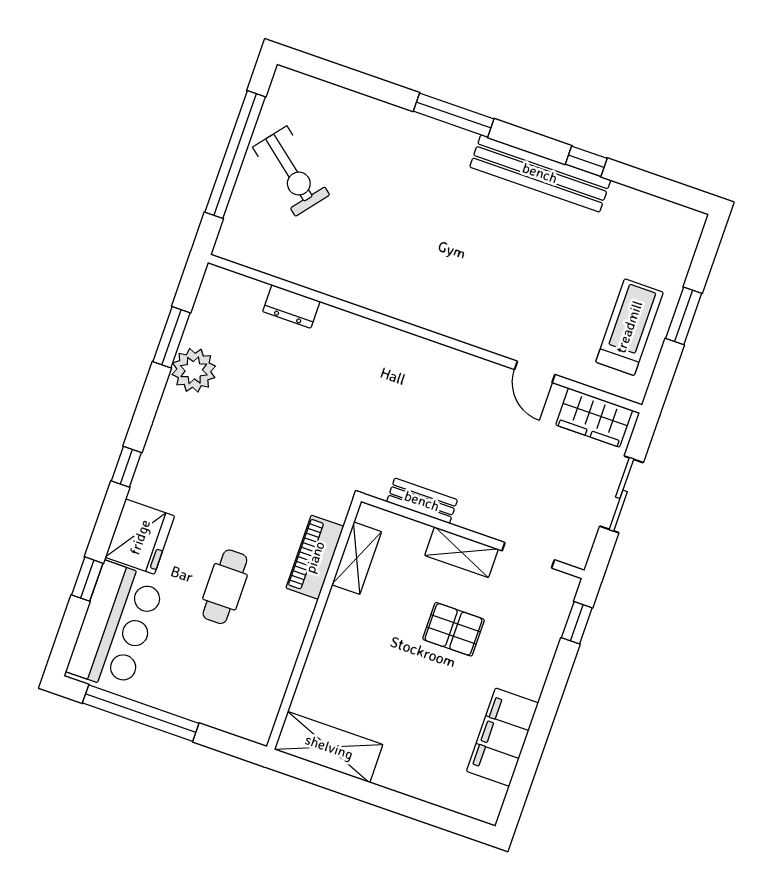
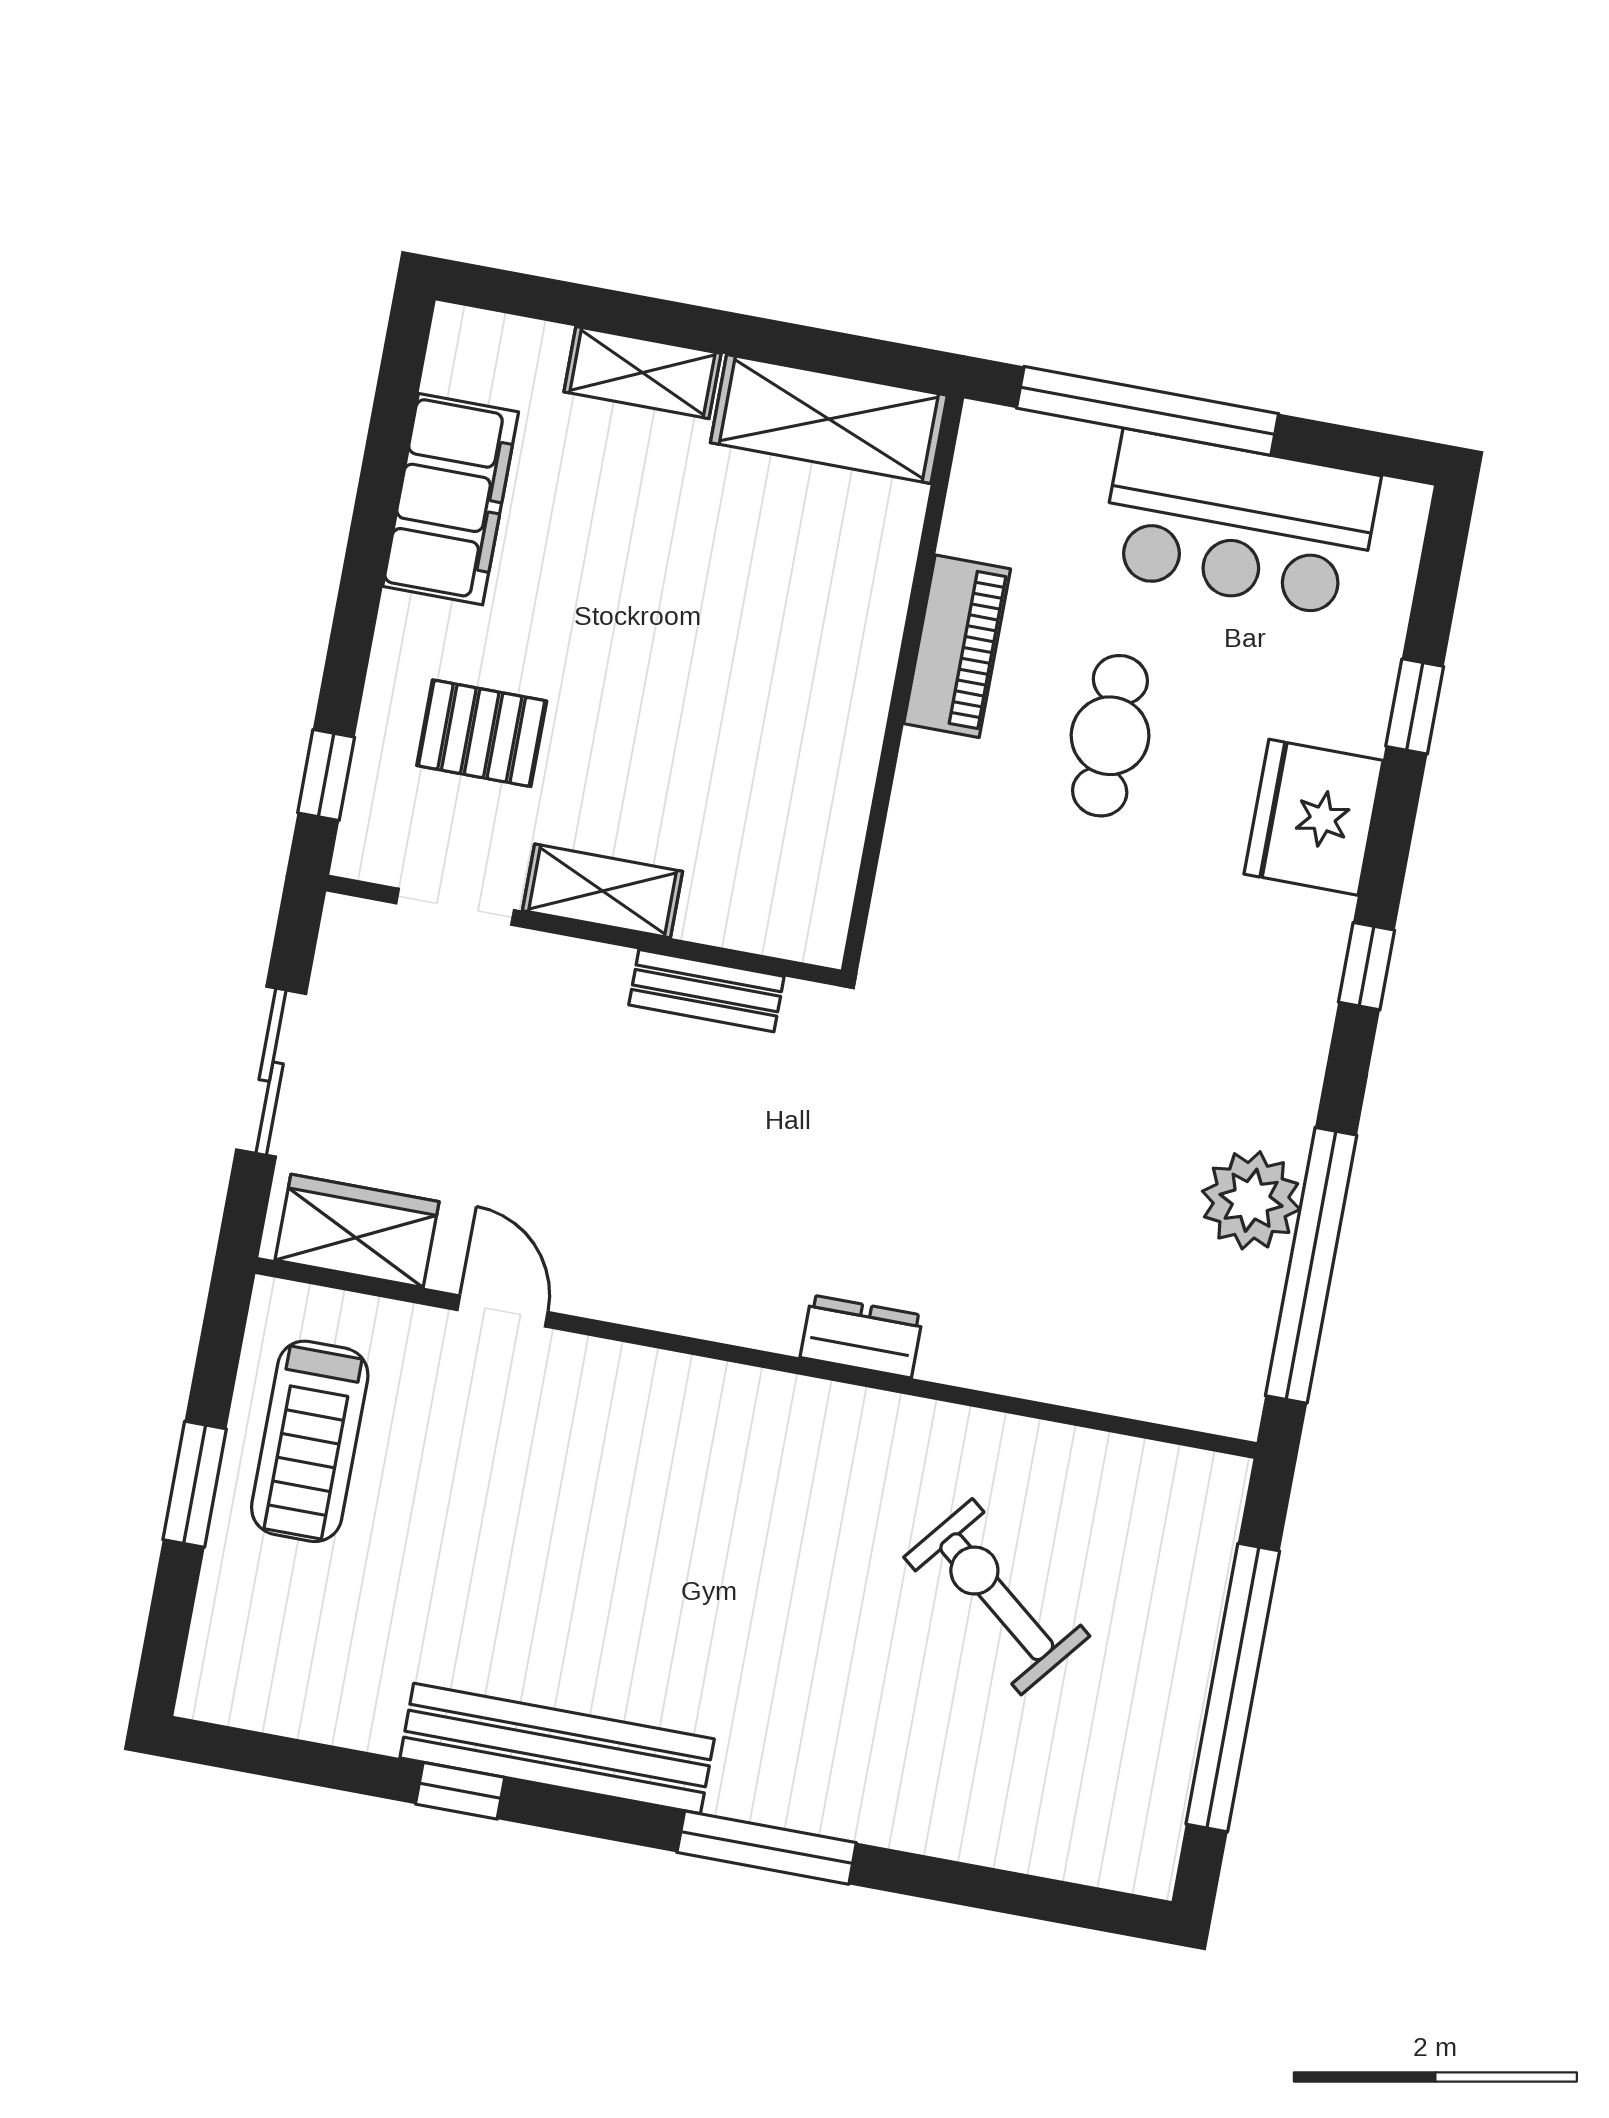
exercise bike: (291, 171) -> (997, 1597), moved
dresser: (291, 306) -> (861, 1336), moved
window: (172, 337) -> (1311, 1265), width x2.11
piano: (315, 557) -> (957, 646), moved
shelving: (357, 558) -> (642, 373), moved, turned 90
bar counter: (116, 626) -> (1239, 524), moved, turned -90
pallet: (453, 629) -> (482, 733), moved
window: (141, 713) -> (1148, 411), moved

